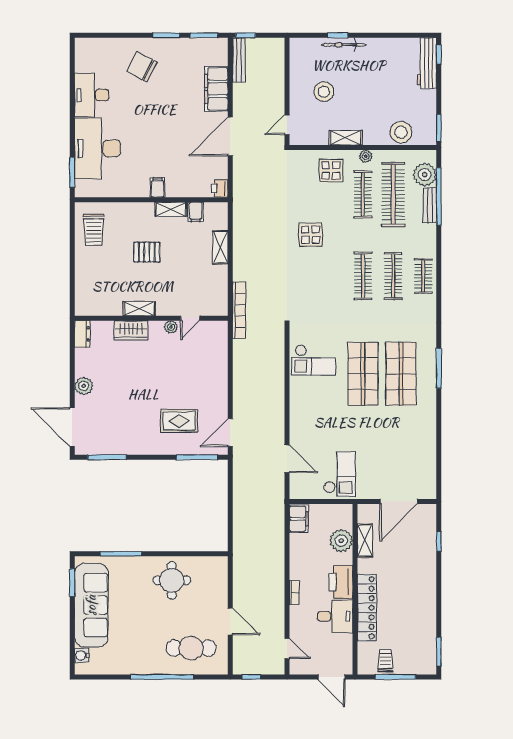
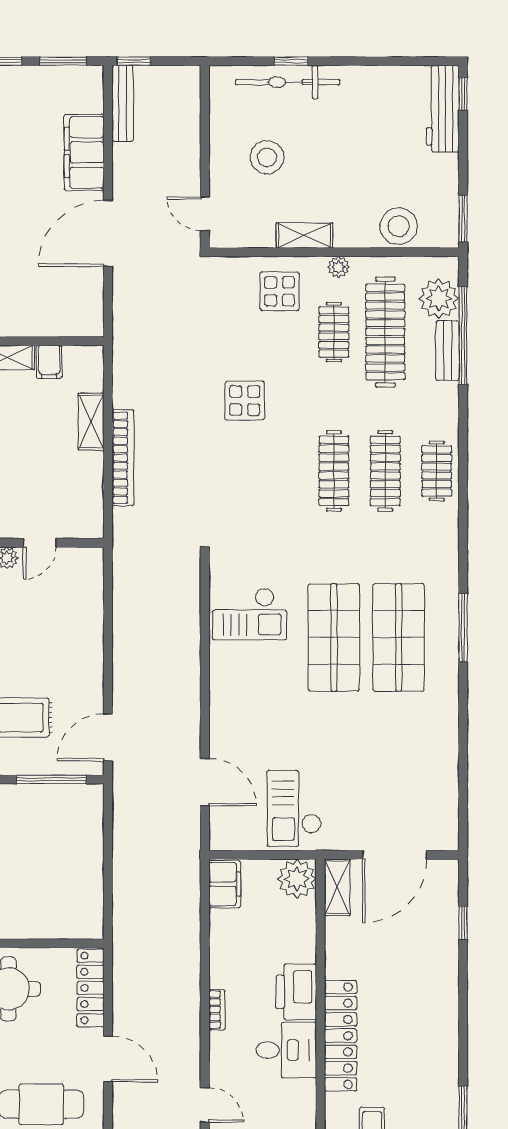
bicycle: (344, 45) -> (288, 82), width x1.37, depth x1.40
door: (287, 125) -> (205, 214), hinge flipped
printer: (220, 188) -> (90, 322), removed
clothes rail: (363, 194) -> (334, 332), width x0.73
bookcase: (239, 310) -> (123, 458), moved
checkout: (340, 474) -> (294, 808), turned 180
plant: (341, 541) -> (297, 879), moved
shelving: (365, 541) -> (337, 887), moved
locker: (220, 580) -> (91, 988), added

